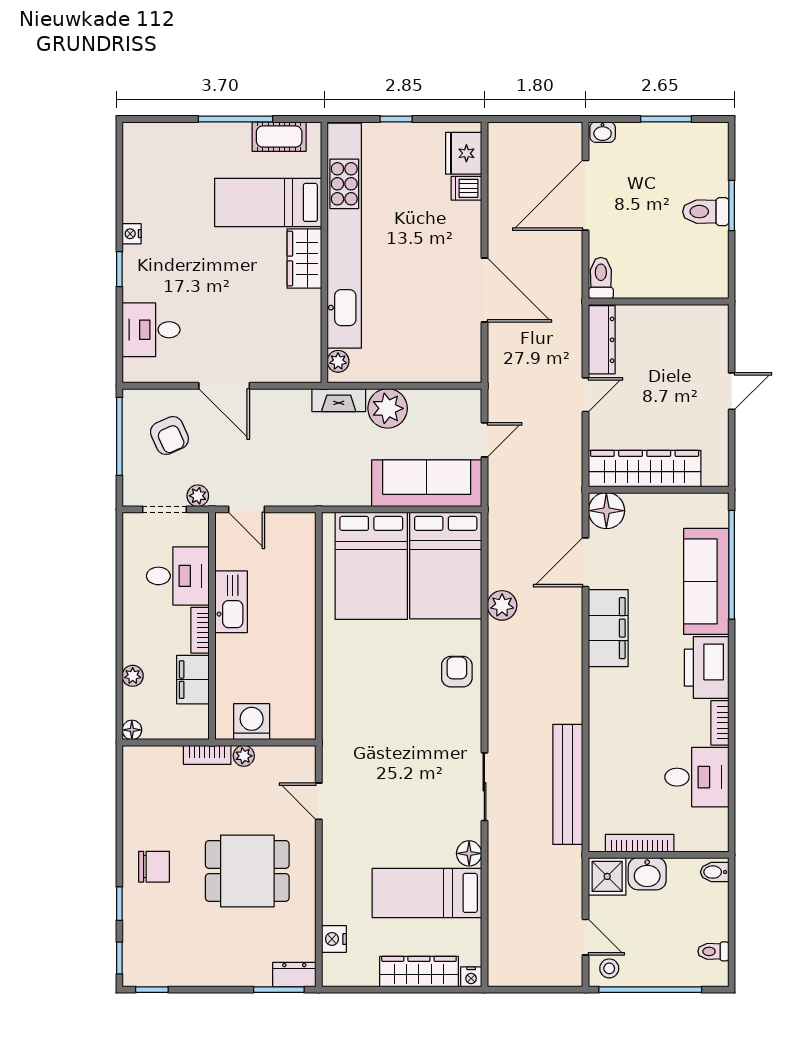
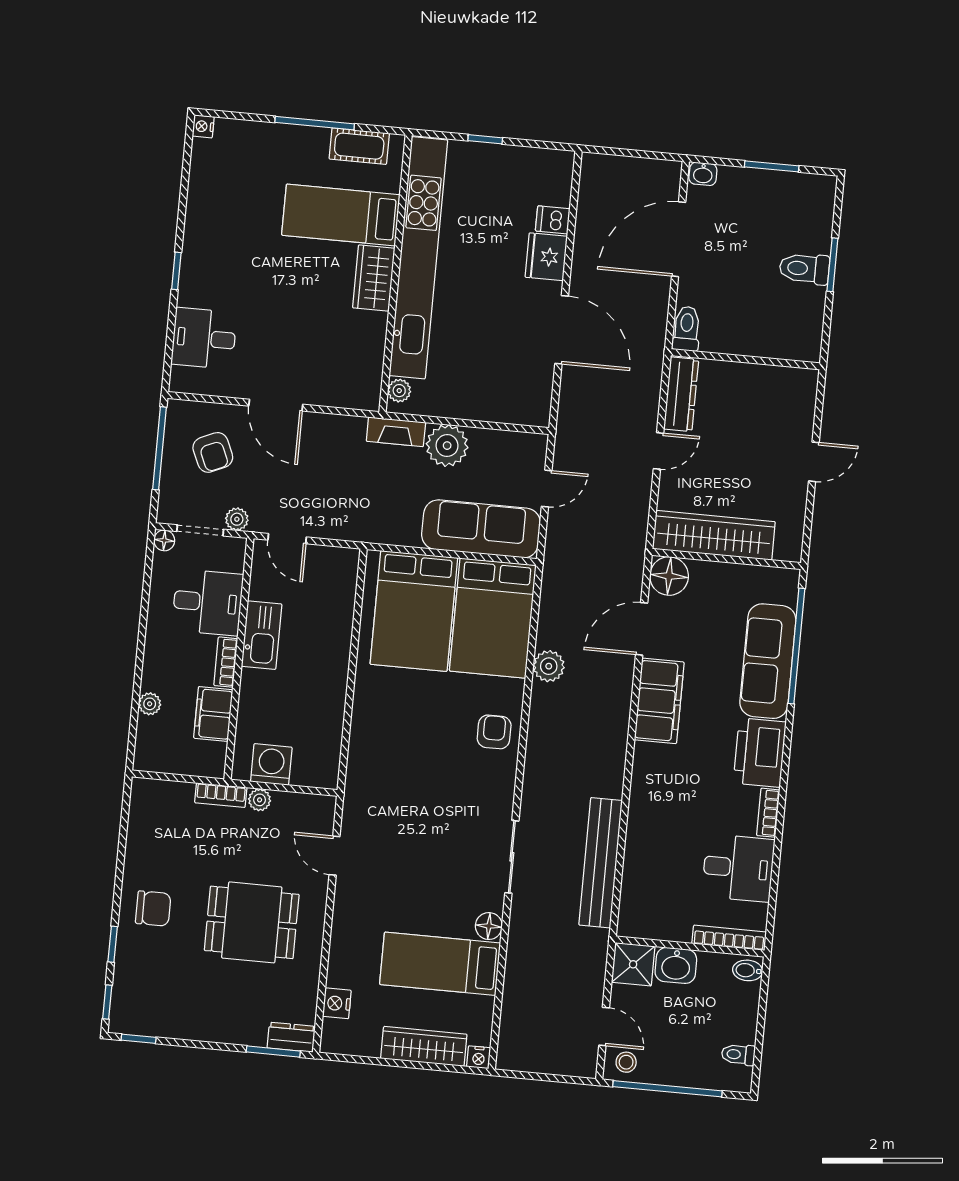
fridge: (464, 153) -> (546, 257), moved
nightstand: (132, 234) -> (203, 126), moved
floor lamp: (132, 730) -> (164, 540), moved
bookcase: (640, 843) -> (729, 938), moved

